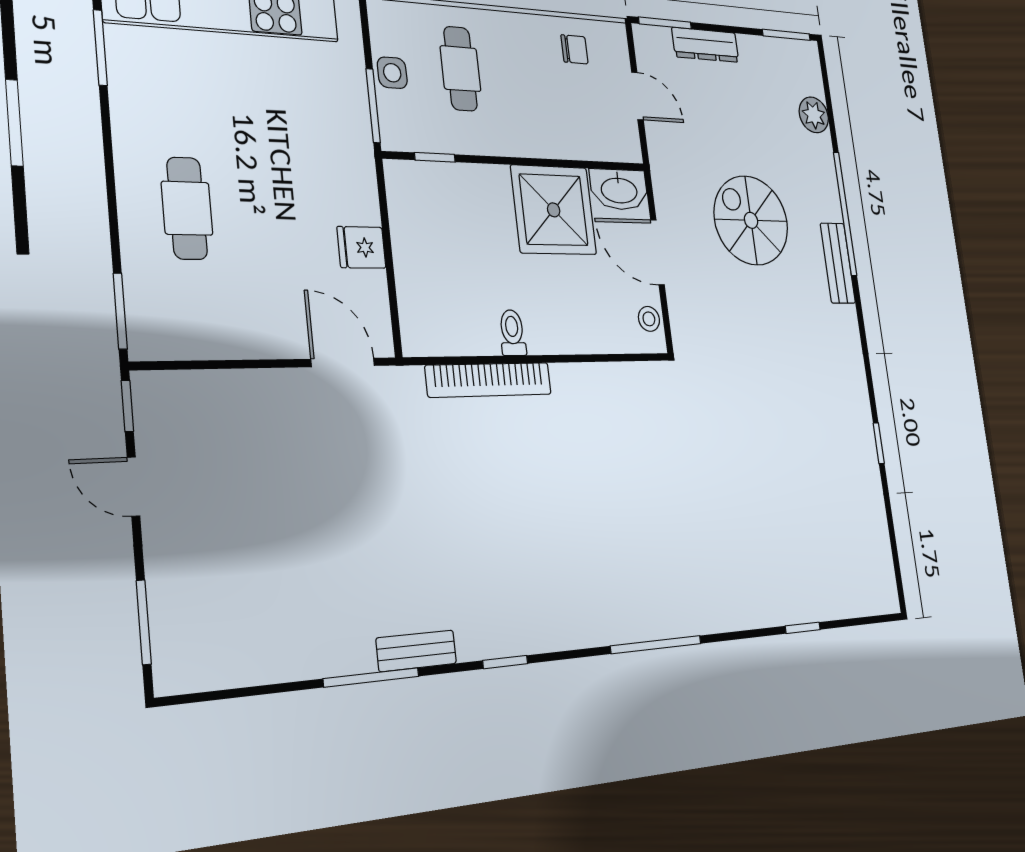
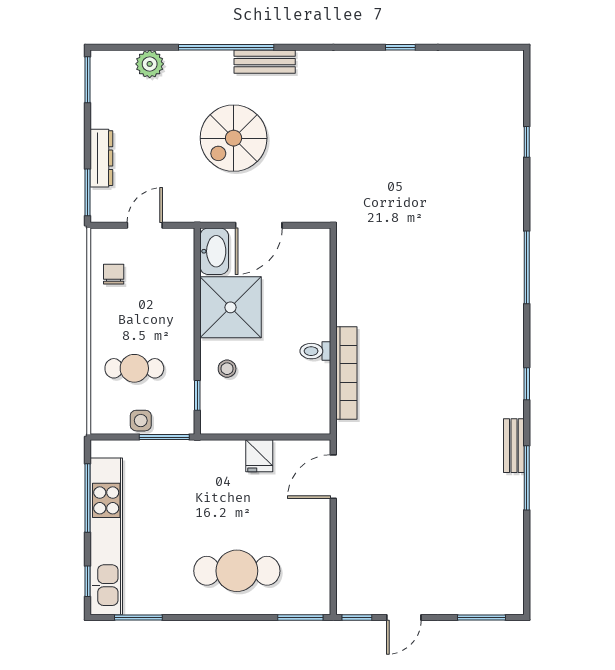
cafe table: (187, 208) -> (237, 571), width x1.37, depth x1.35
stool: (649, 319) -> (227, 369), moved

